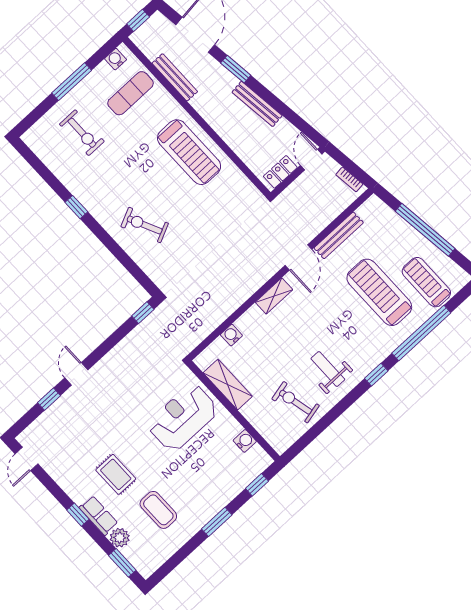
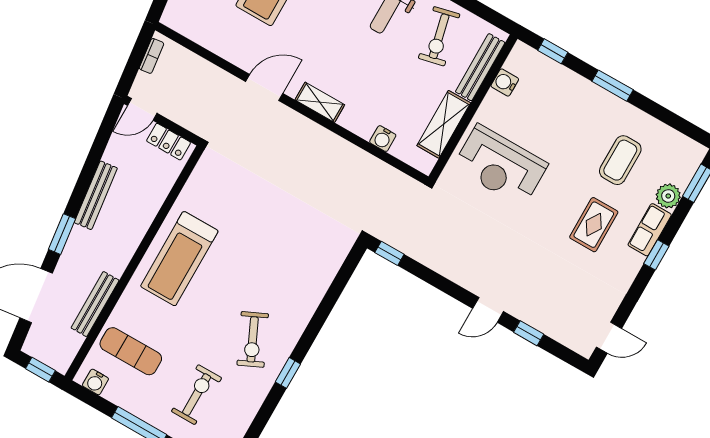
treadmill: (189, 152) -> (179, 259), turned 180
exercise bike: (145, 225) -> (253, 339), moved
bench: (339, 235) -> (480, 67), moved, turned 90

